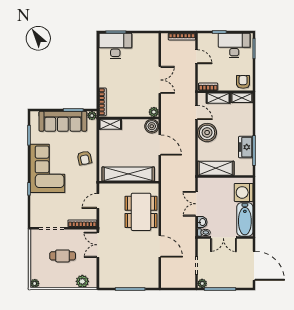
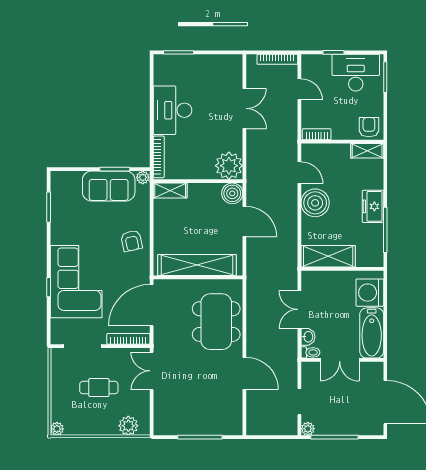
desk: (115, 46) -> (173, 110), moved, turned -90
double door: (160, 80) -> (244, 108), moved
shelving: (218, 98) -> (332, 151), removed
plant: (154, 112) -> (229, 166), width x1.87, depth x1.87
sofa: (63, 121) -> (109, 186), width x0.73
freezer: (246, 147) -> (373, 206), moved
corner sofa: (47, 168) -> (76, 282), moved
door: (98, 201) -> (152, 305), width x1.88

